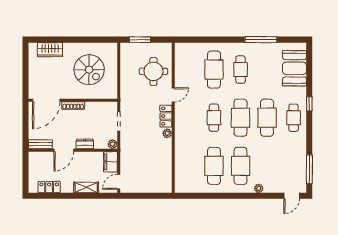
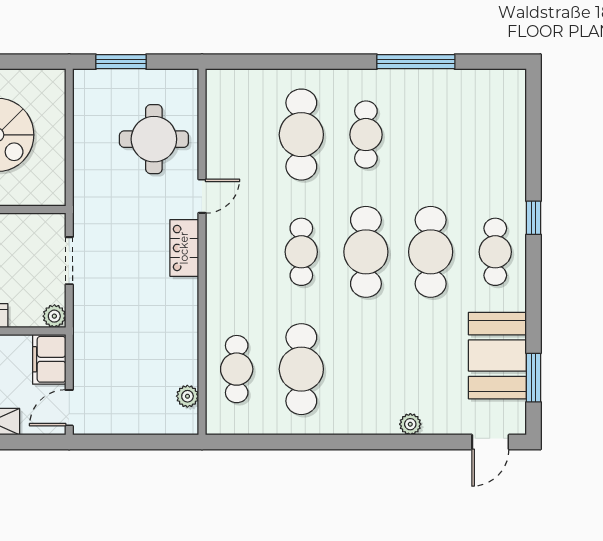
booth: (294, 68) -> (497, 356), moved
plant: (167, 133) -> (187, 396), moved
cafe table: (240, 166) -> (237, 369), moved, width x0.73, depth x0.74
window: (309, 169) -> (534, 378), width x0.69

